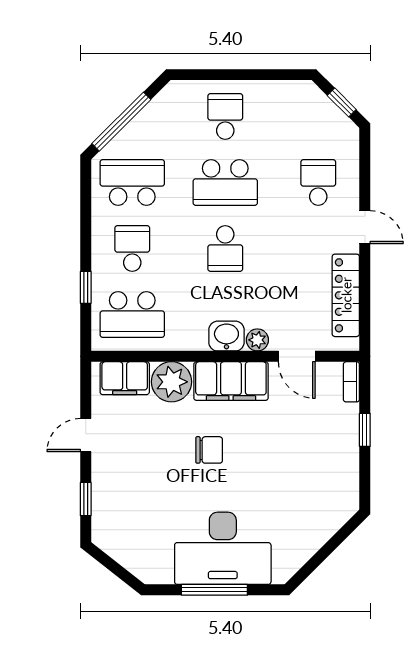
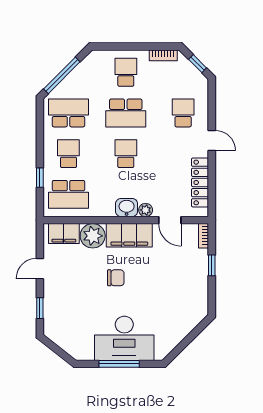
bookcase: (286, 89) -> (163, 55), added
school desk: (225, 248) -> (126, 154), turned 180

